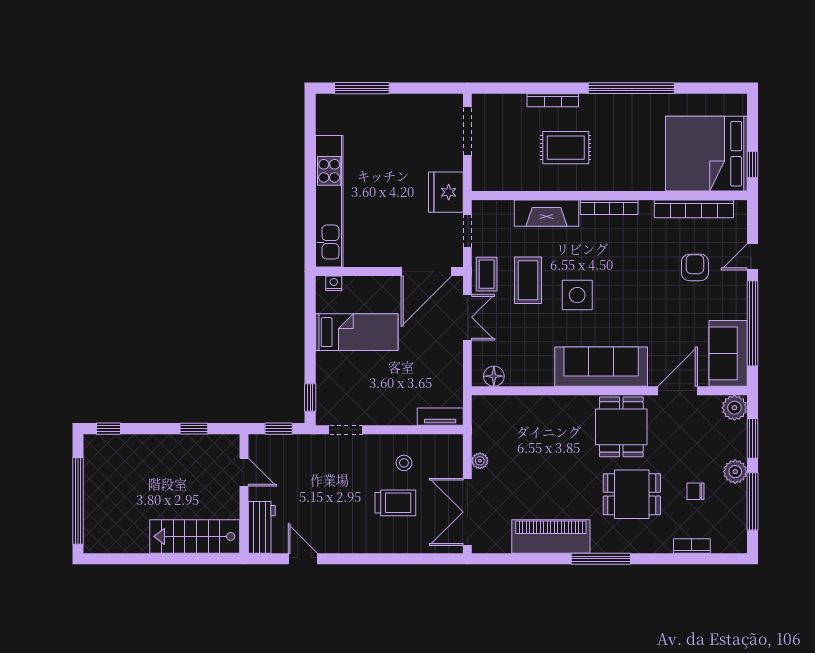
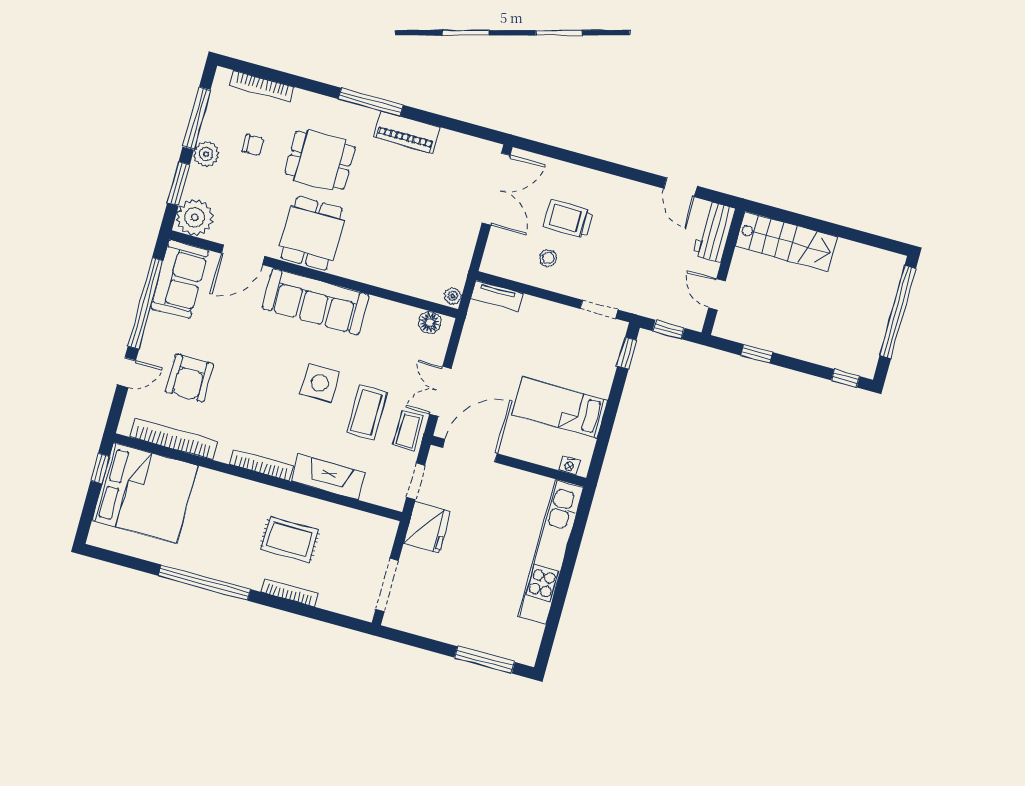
armchair: (695, 267) -> (190, 378), width x1.38, depth x1.38
plant: (734, 408) -> (195, 217), width x1.36, depth x1.36
plant: (480, 461) -> (453, 296), moved
piano: (551, 536) -> (407, 132), width x0.73, depth x0.75
bookcase: (692, 546) -> (262, 86), width x1.56

